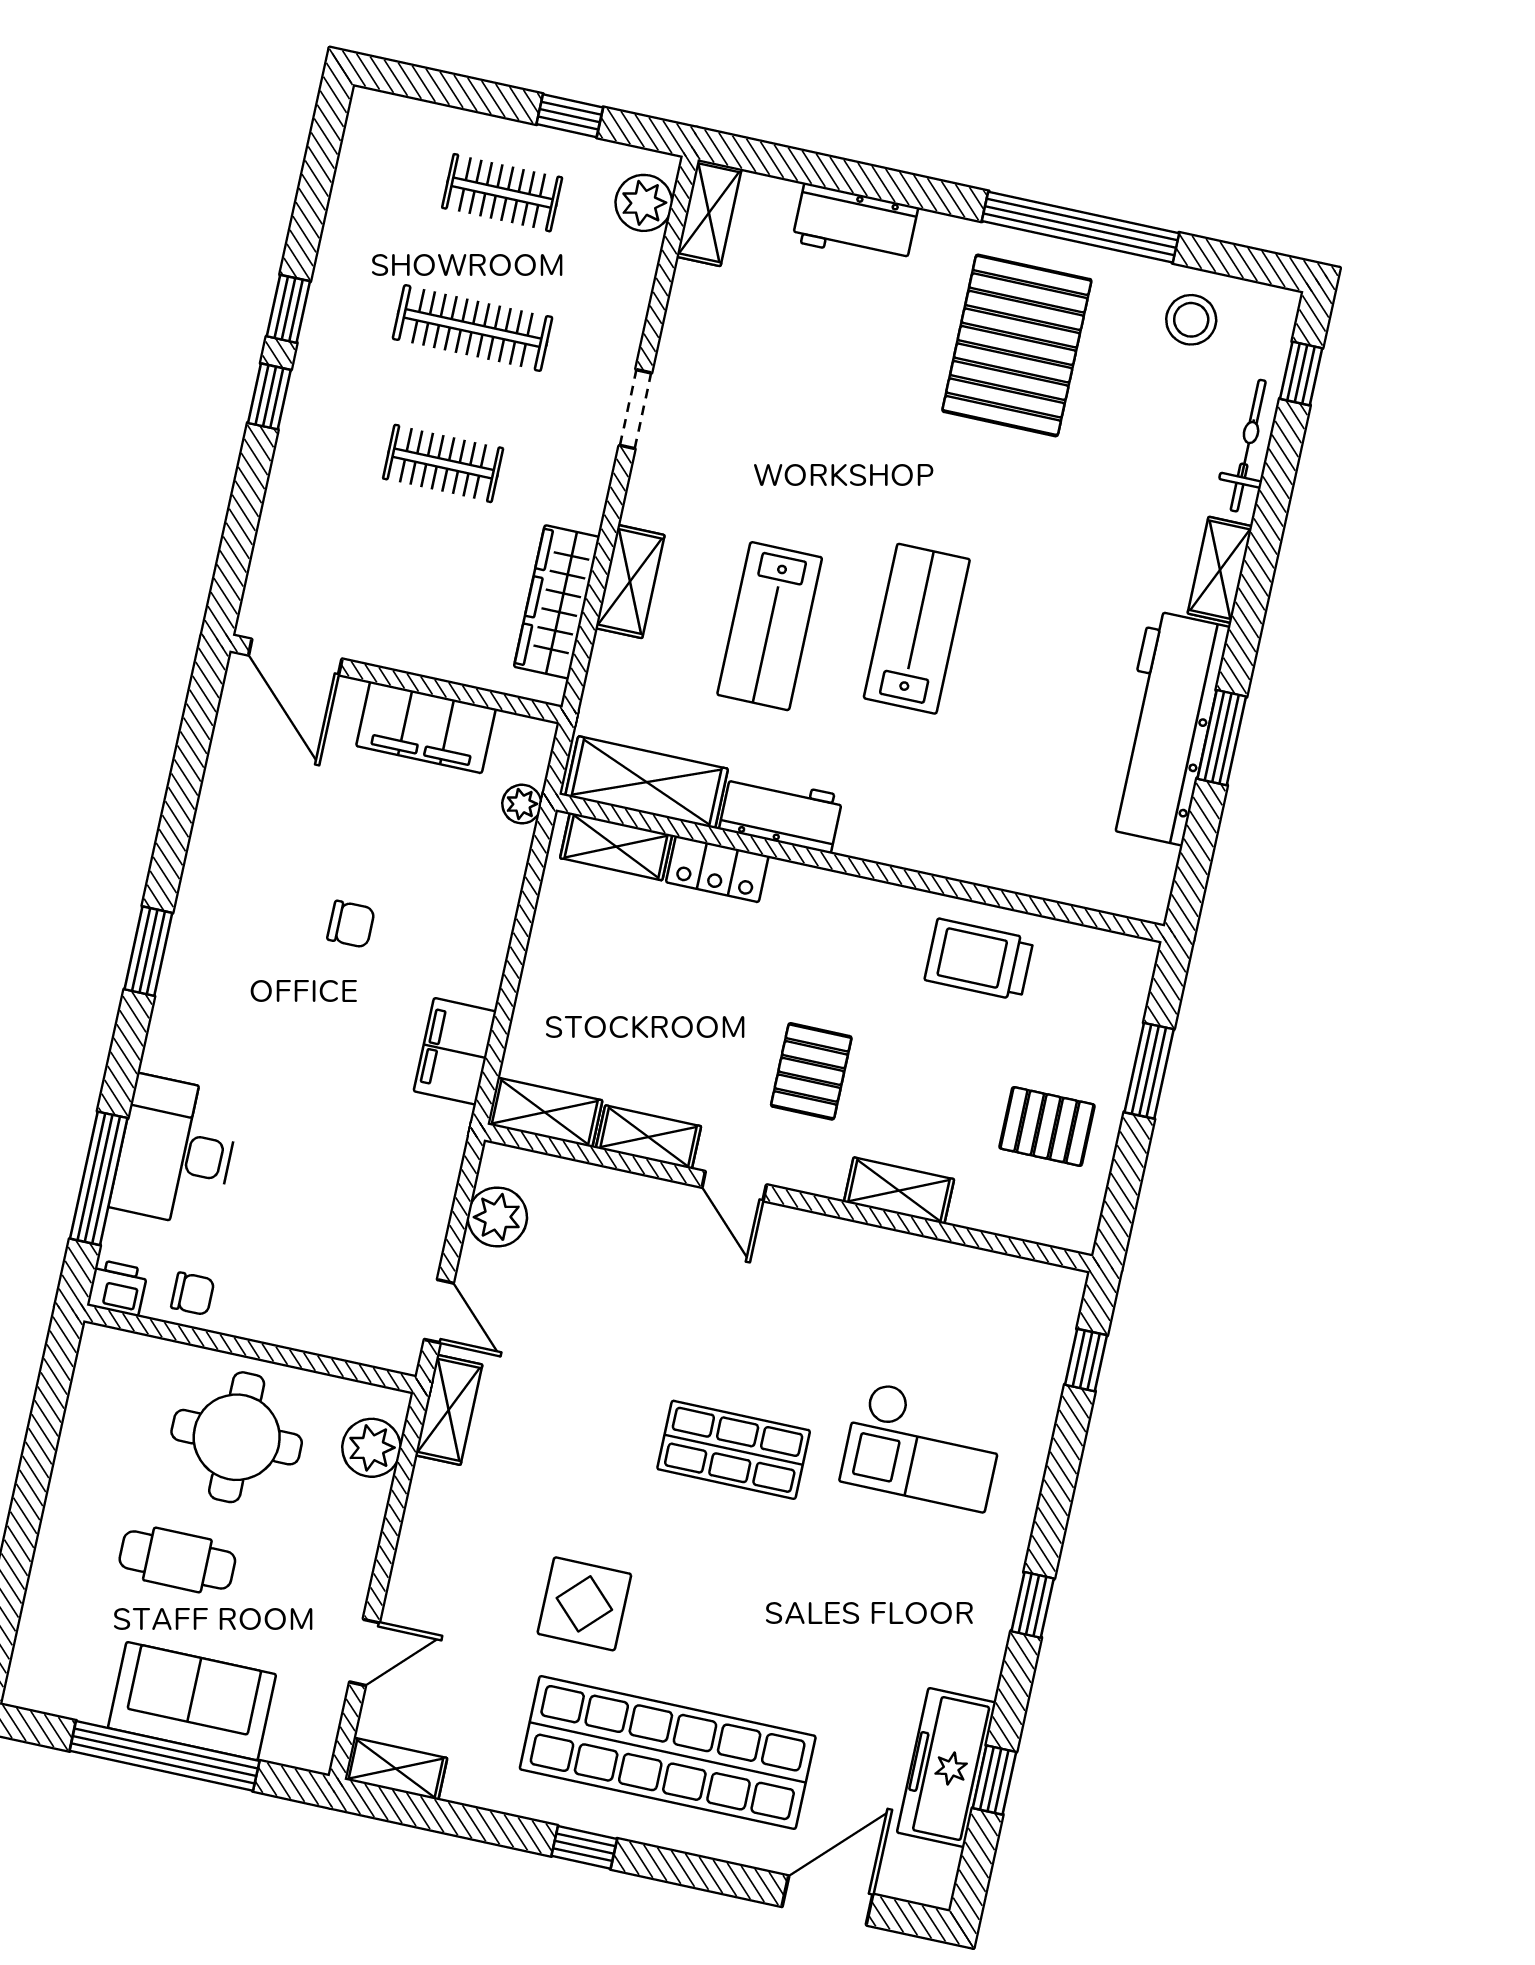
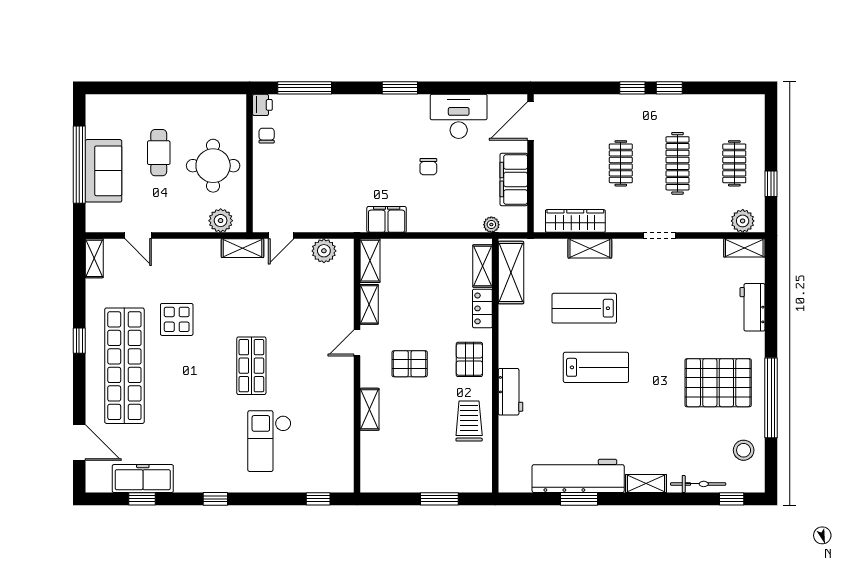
workbench: (781, 813) -> (511, 392), moved
pallet: (1047, 1126) -> (469, 359), moved
desk: (176, 1151) -> (459, 116), moved
chair: (193, 1294) -> (267, 136), turned 180

